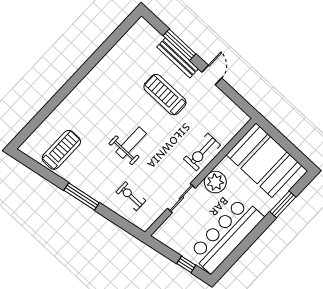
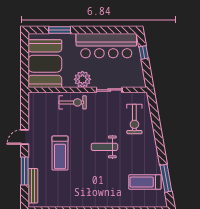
bench: (178, 58) -> (33, 186), moved
window: (82, 196) -> (166, 178), moved
exercise bike: (131, 196) -> (134, 119), width x1.38, depth x1.39

